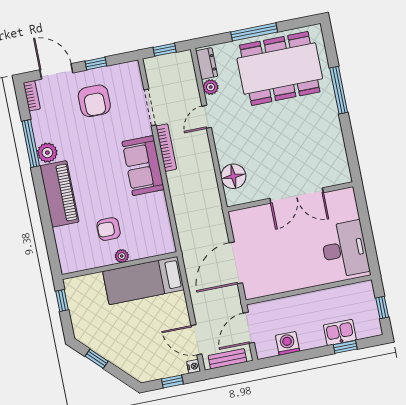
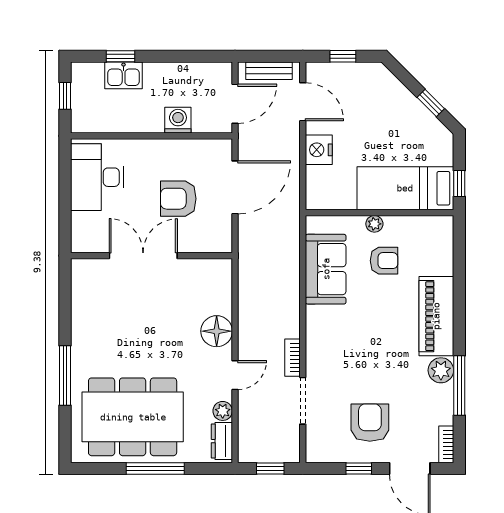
bookcase: (166, 148) -> (292, 358), width x0.64
sofa: (143, 166) -> (326, 269), moved
floor lamp: (233, 176) -> (217, 331), moved
armchair: (278, 245) -> (178, 199), added
bed: (143, 281) -> (405, 188), moved, turned 180
washing machine: (287, 343) -> (178, 120), moved, turned 180
nightstand: (193, 366) -> (319, 150), moved, width x1.89, depth x1.79

